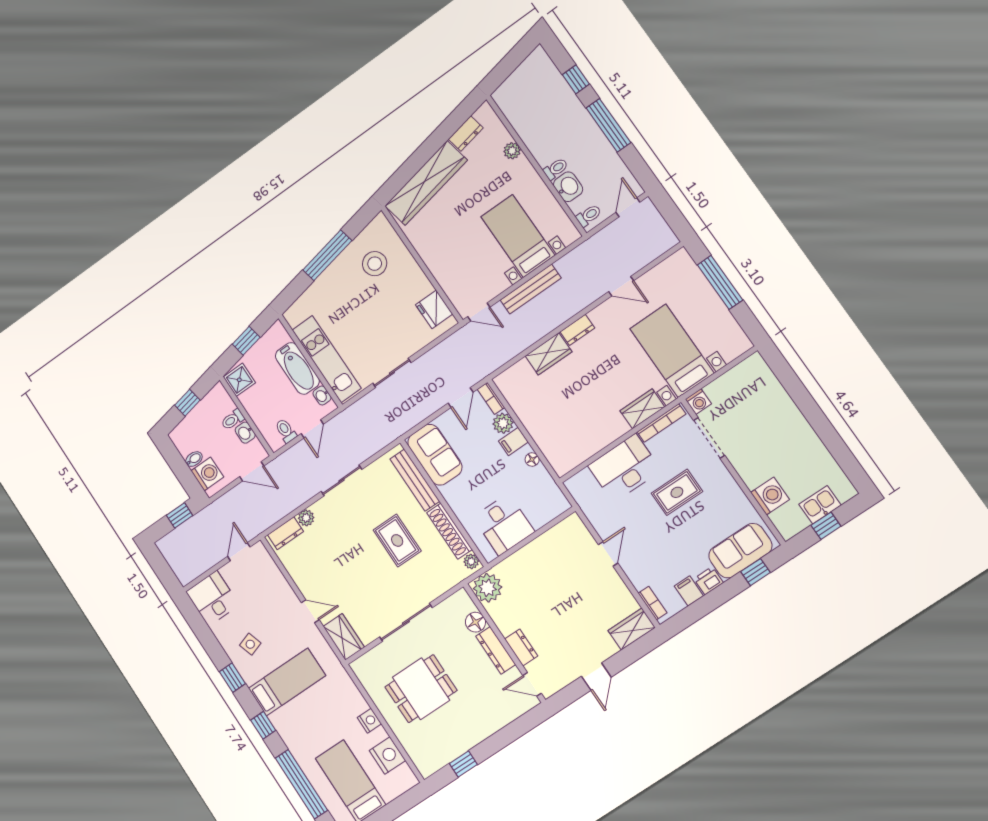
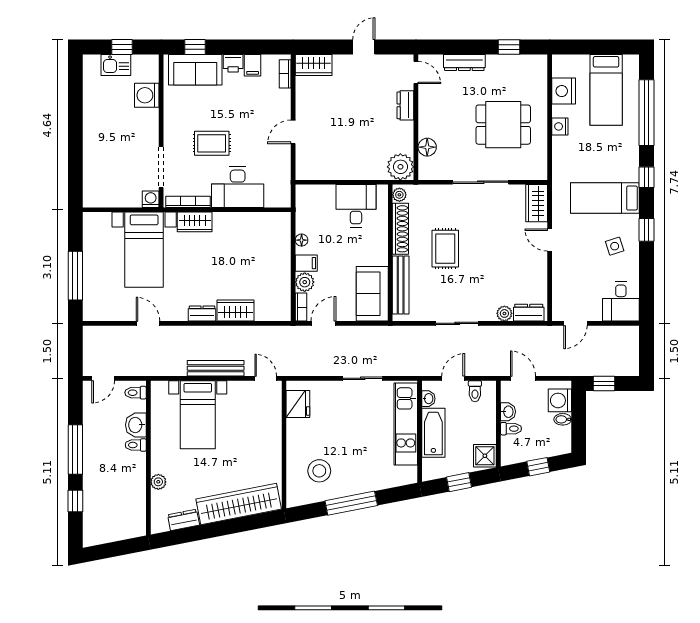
dresser: (496, 650) -> (464, 62), moved, turned 90

